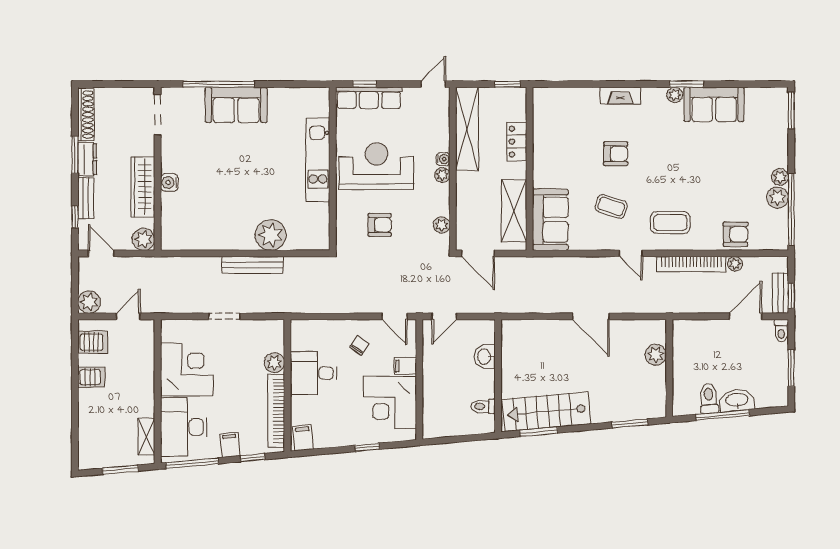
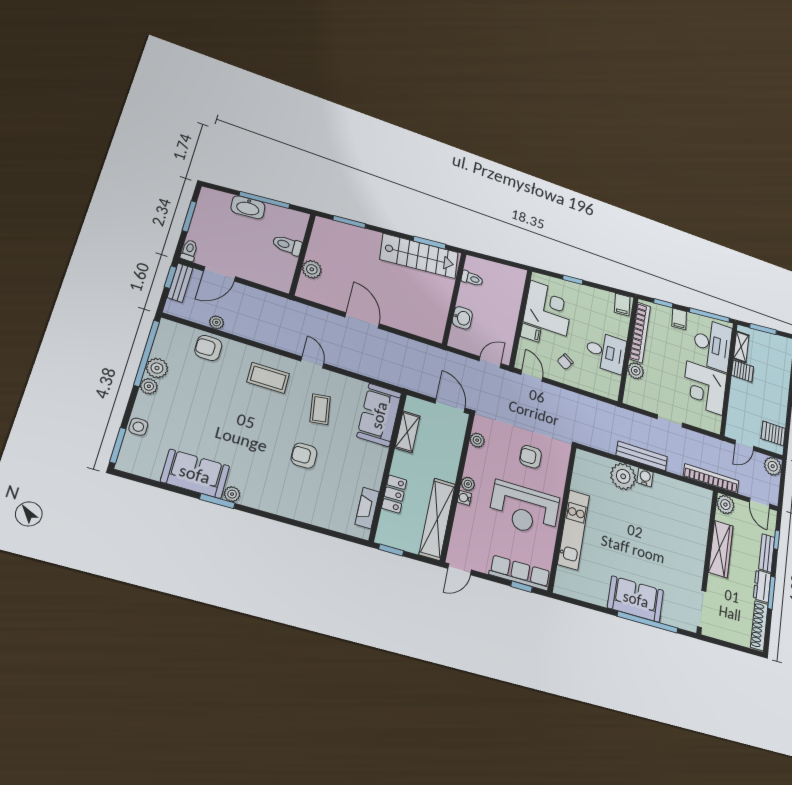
fireplace: (620, 96) -> (367, 508), moved, turned -90
side table: (778, 134) -> (138, 427), added
water cooler: (169, 183) -> (645, 477), moved, turned -90
coffee table: (611, 206) -> (320, 409), turned 64
shelving: (514, 211) -> (408, 432), width x0.67, depth x0.75
bookcase: (691, 264) -> (711, 479), moved
server rack: (91, 377) -> (742, 371), moved, turned 180
toilet: (709, 398) -> (287, 245), moved, turned 95

